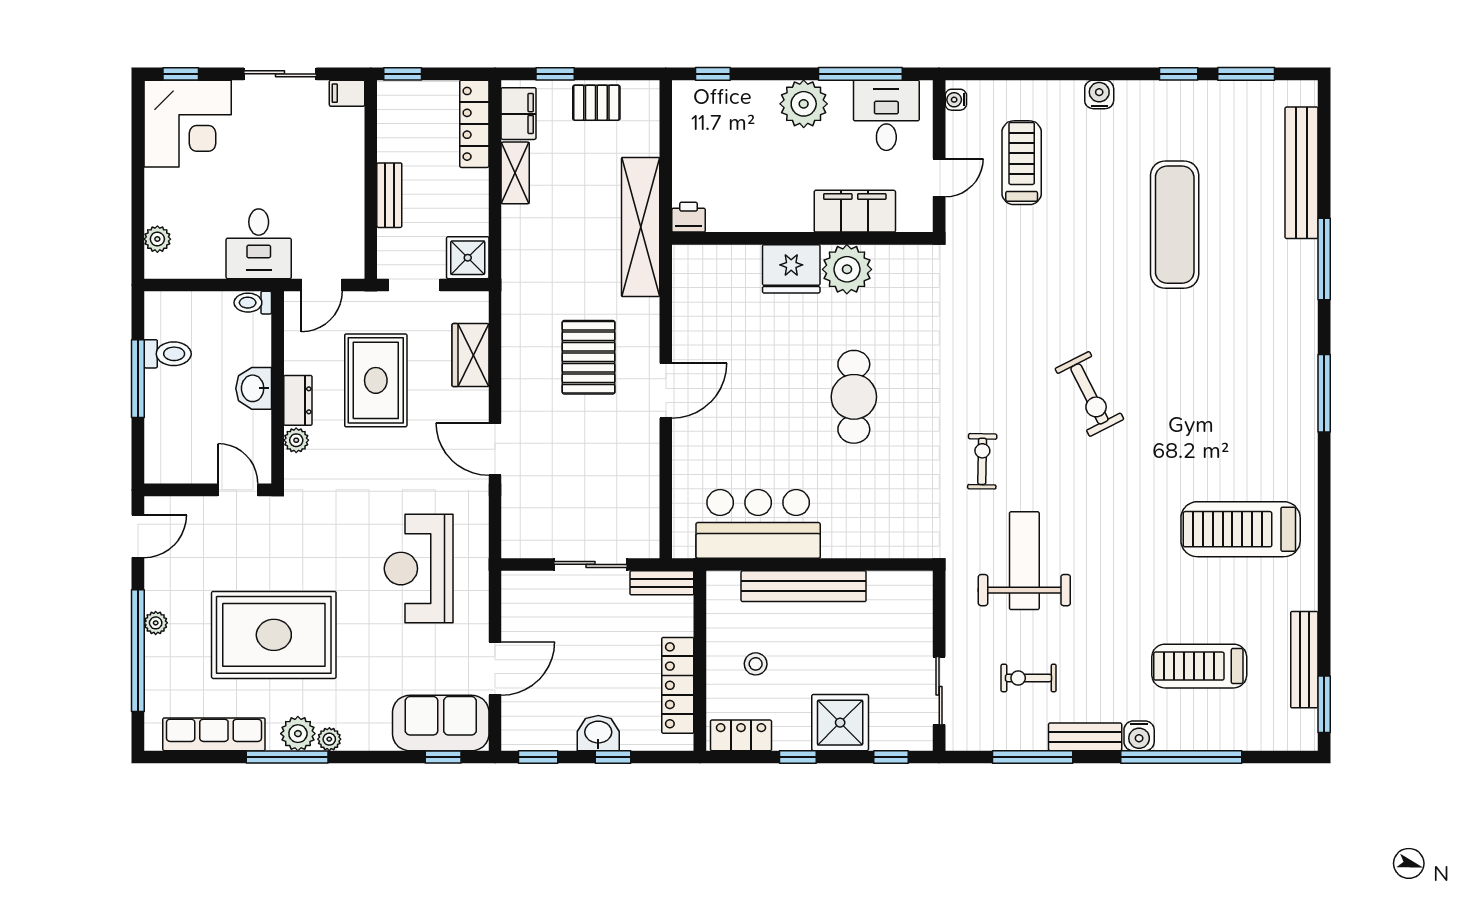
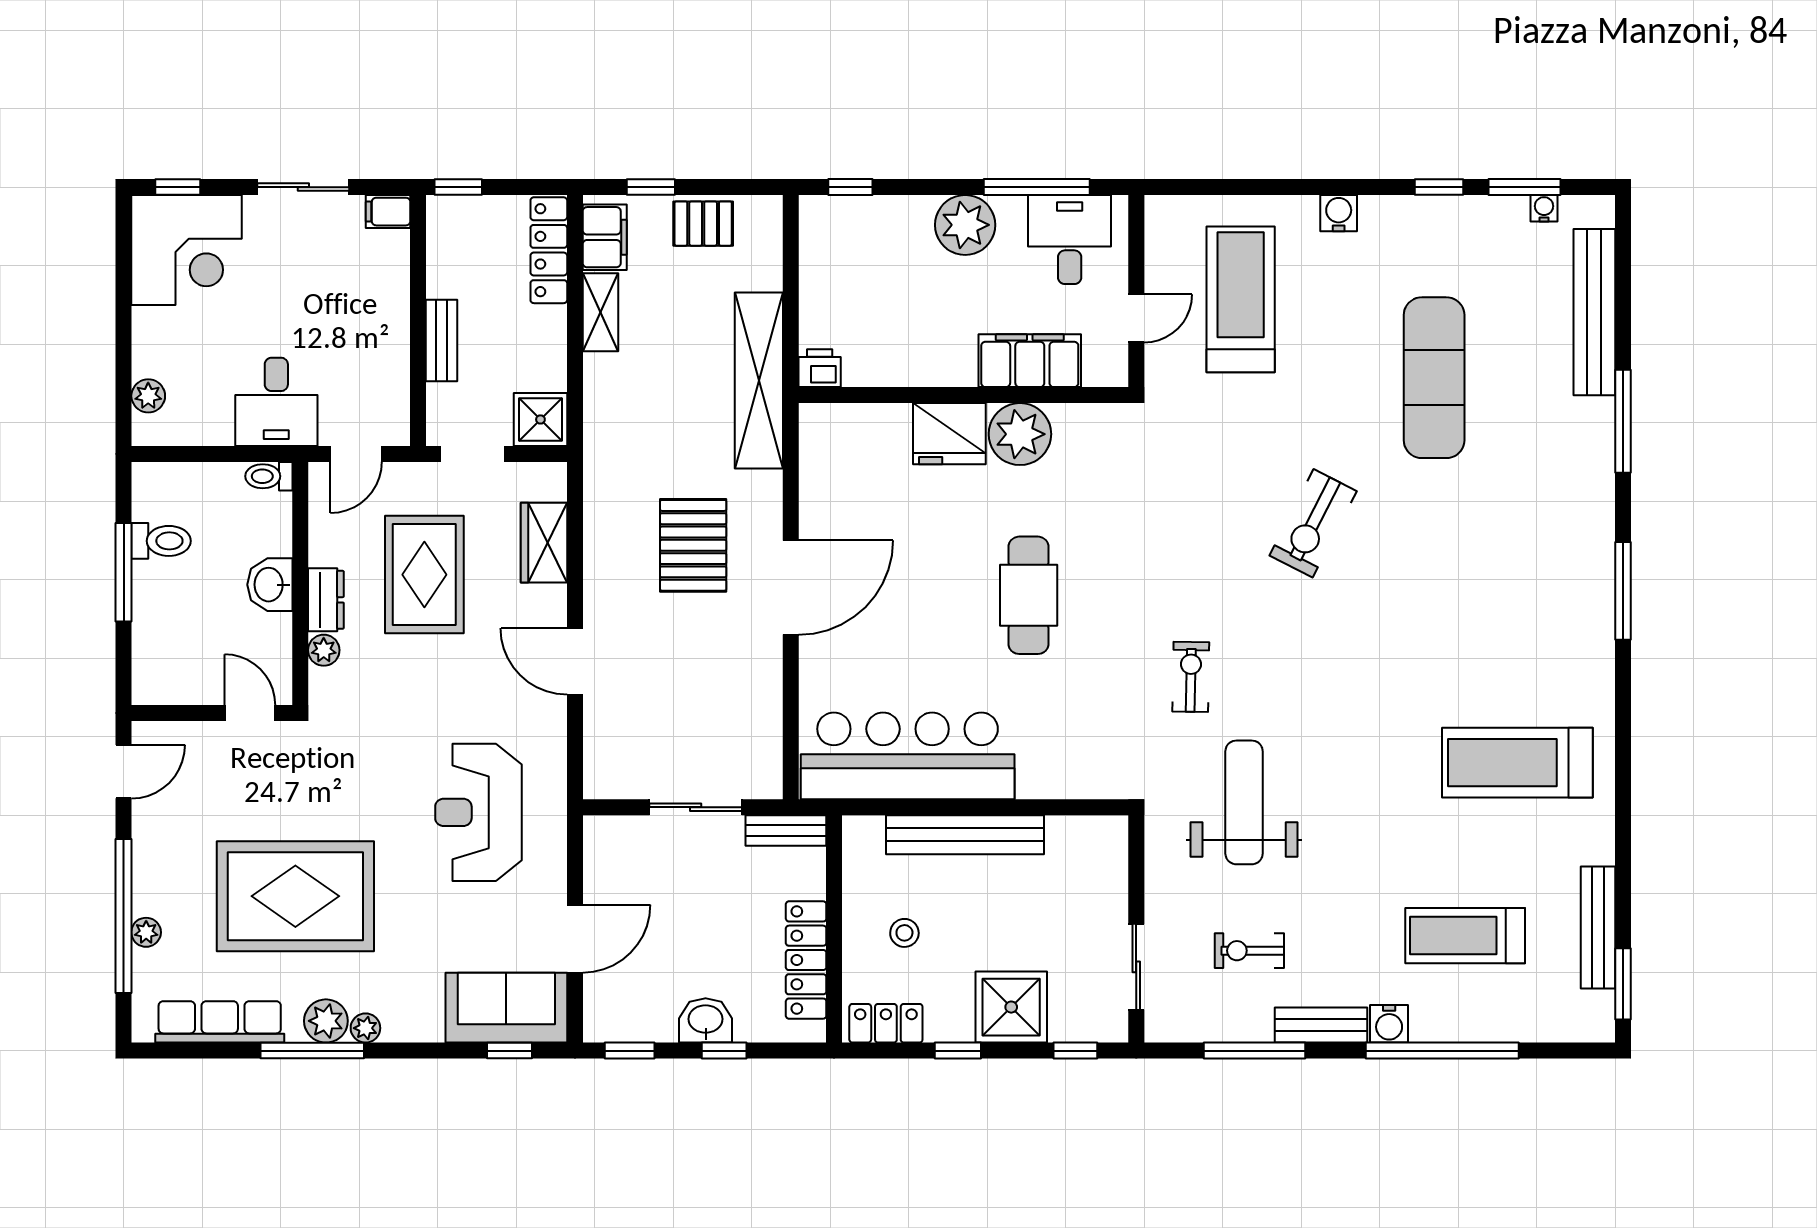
water cooler: (956, 100) -> (1544, 208), moved, turned 90
treadmill: (1022, 163) -> (1241, 299), width x1.37, depth x1.38
door: (666, 391) -> (791, 588), width x1.36
exercise bike: (1089, 394) -> (1313, 523), moved, turned 54
bar counter: (758, 524) -> (908, 756), width x1.36
plant: (156, 623) -> (146, 932), moved

